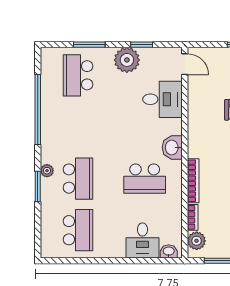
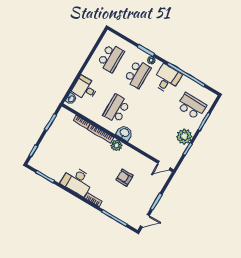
desk: (163, 99) -> (167, 79), moved, turned 180
school desk: (78, 179) -> (138, 74), turned -90
school desk: (78, 230) -> (111, 58), turned -90
plant: (197, 241) -> (116, 145), moved

